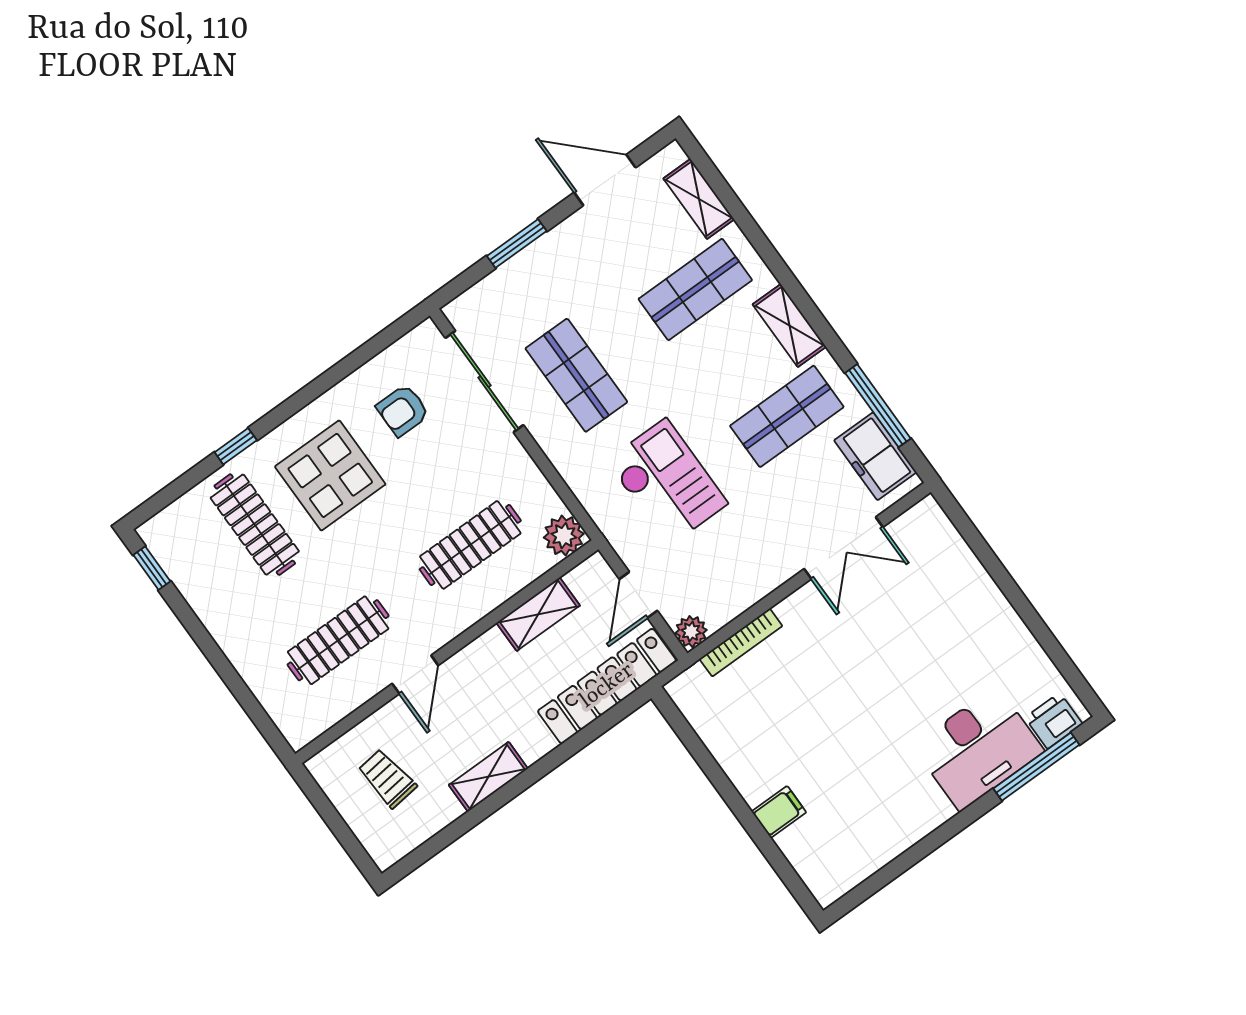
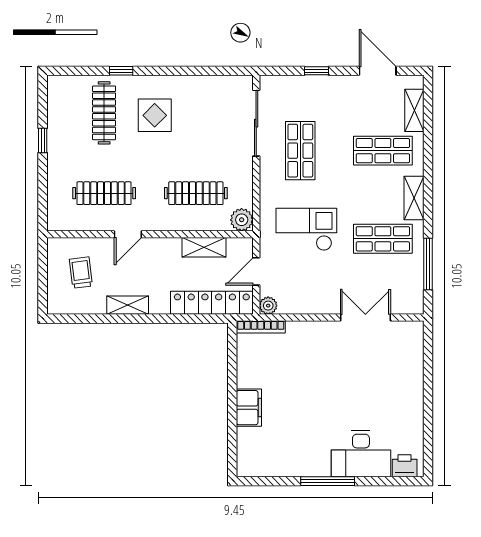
window: (517, 244) -> (316, 71), width x0.67
armchair: (403, 410) -> (209, 109), removed
freezer: (875, 456) -> (410, 286), removed
display table: (330, 475) -> (155, 115), width x0.73, depth x0.73
checkout: (667, 482) -> (306, 229), turned -90
double door: (843, 548) -> (365, 318), swing flipped
window: (152, 568) -> (43, 141), moved
bookcase: (741, 642) -> (261, 327), moved
window: (1036, 767) -> (328, 481), moved
filing cabinet: (779, 812) -> (249, 408), width x2.00

